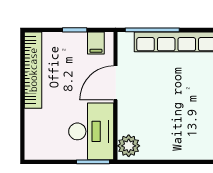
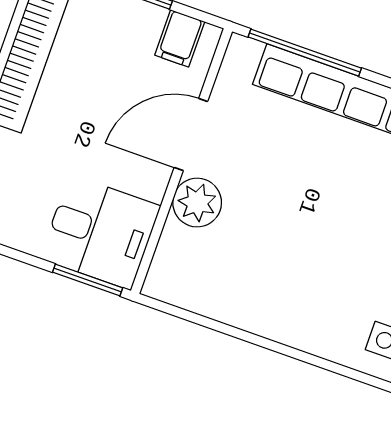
desk: (91, 131) -> (100, 232), width x0.73
plant: (129, 146) -> (197, 203), moved

